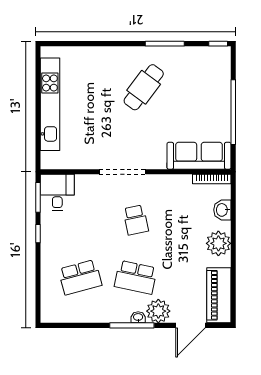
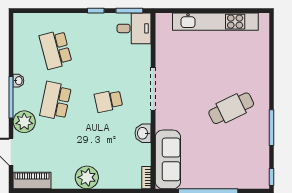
cafe table: (144, 87) -> (231, 108), turned -63
bookcase: (212, 179) -> (146, 178), width x0.64
washbasin: (222, 210) -> (143, 133), moved, turned -90
piano: (219, 295) -> (32, 181), width x0.73, depth x0.75
washbasin: (138, 317) -> (18, 81), moved

